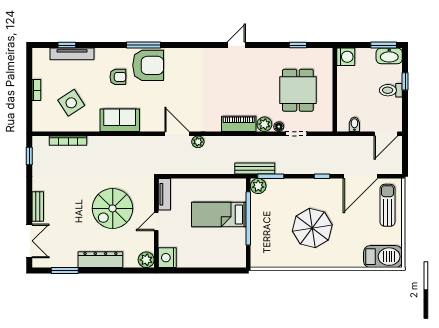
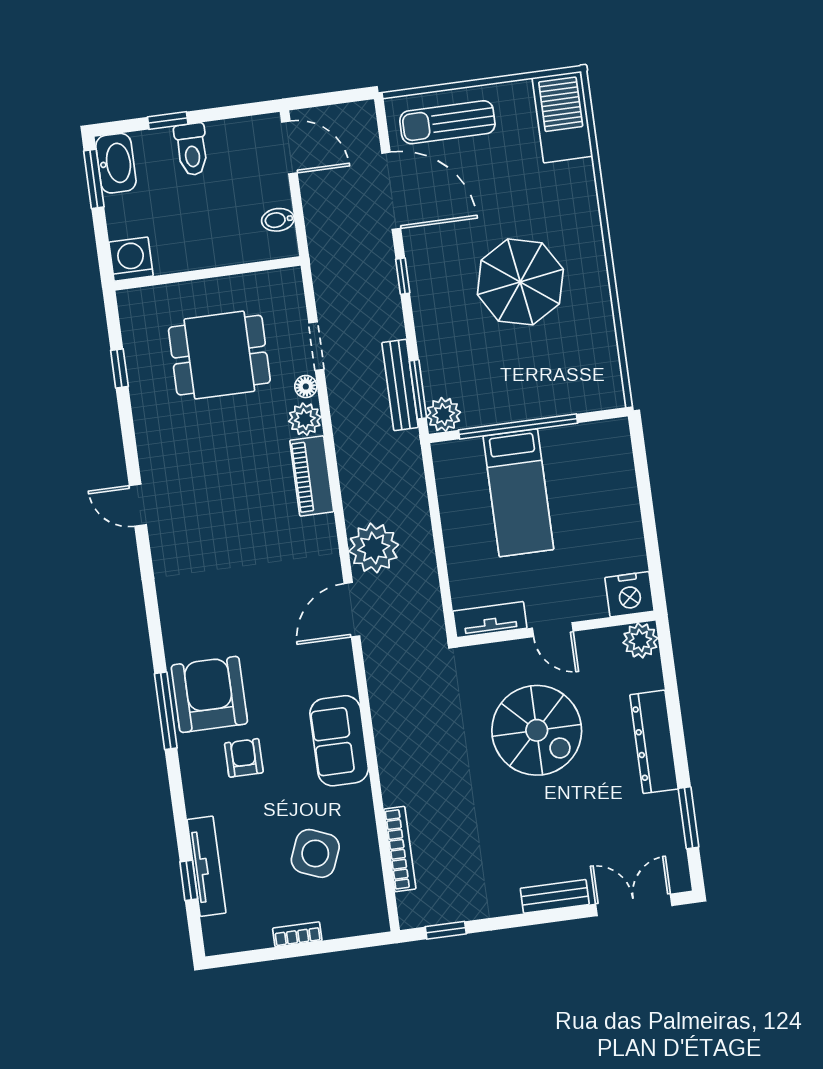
side table: (71, 103) -> (315, 853), turned -35
plant: (198, 142) -> (374, 548), width x1.87, depth x1.87
bench: (255, 169) -> (400, 385), moved

